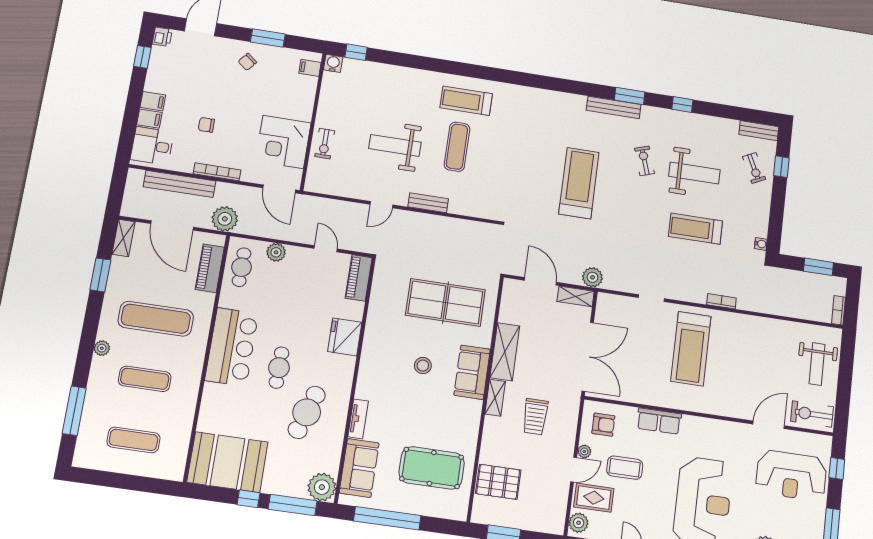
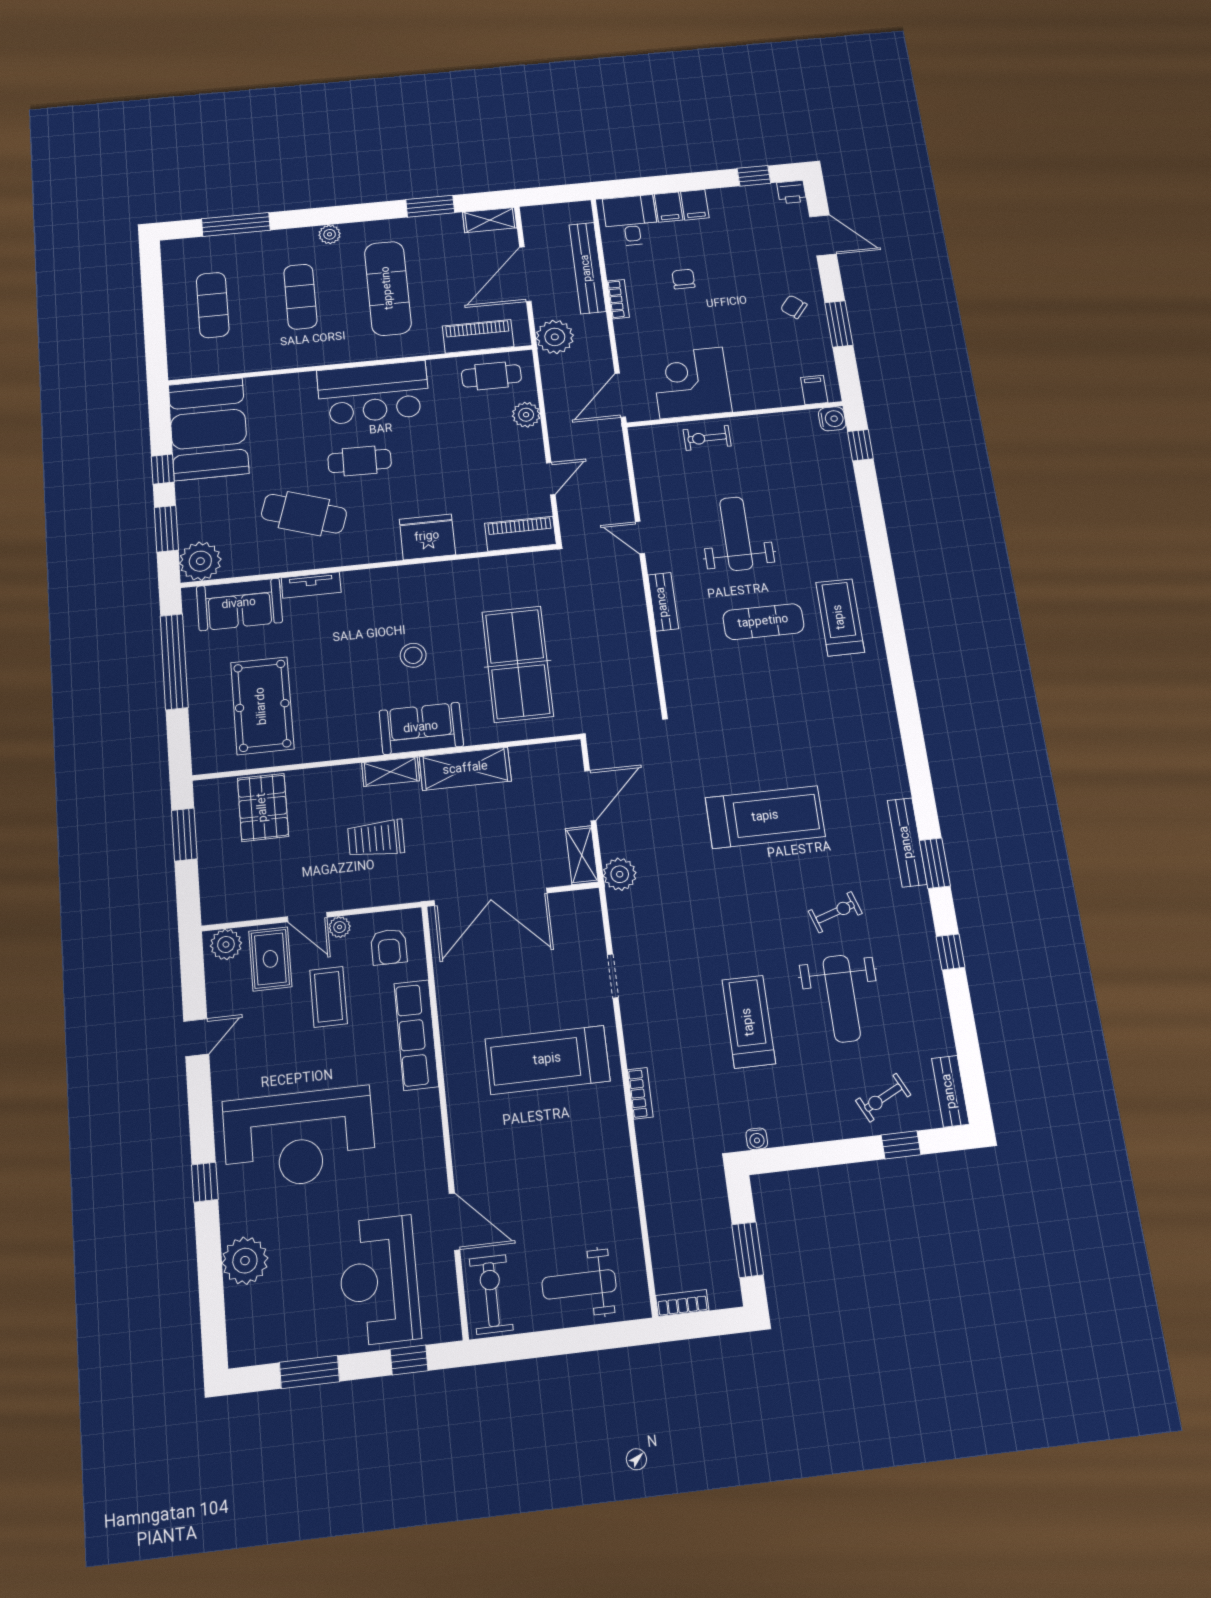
bookcase: (217, 172) -> (618, 299), width x0.64
row of seats: (659, 421) -> (416, 1035), width x1.48
window: (293, 505) -> (166, 529), width x0.69

